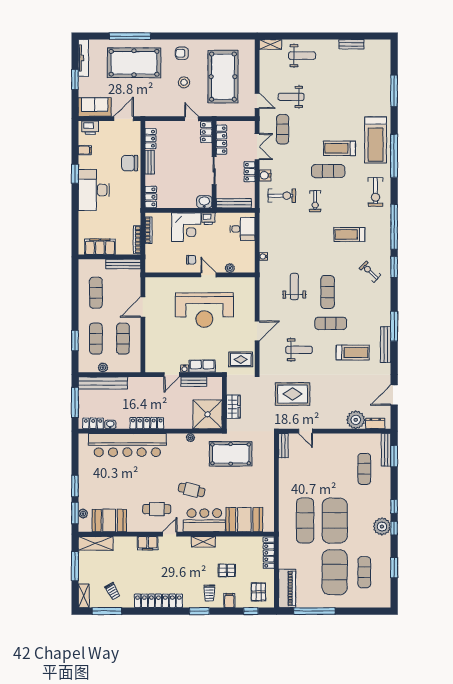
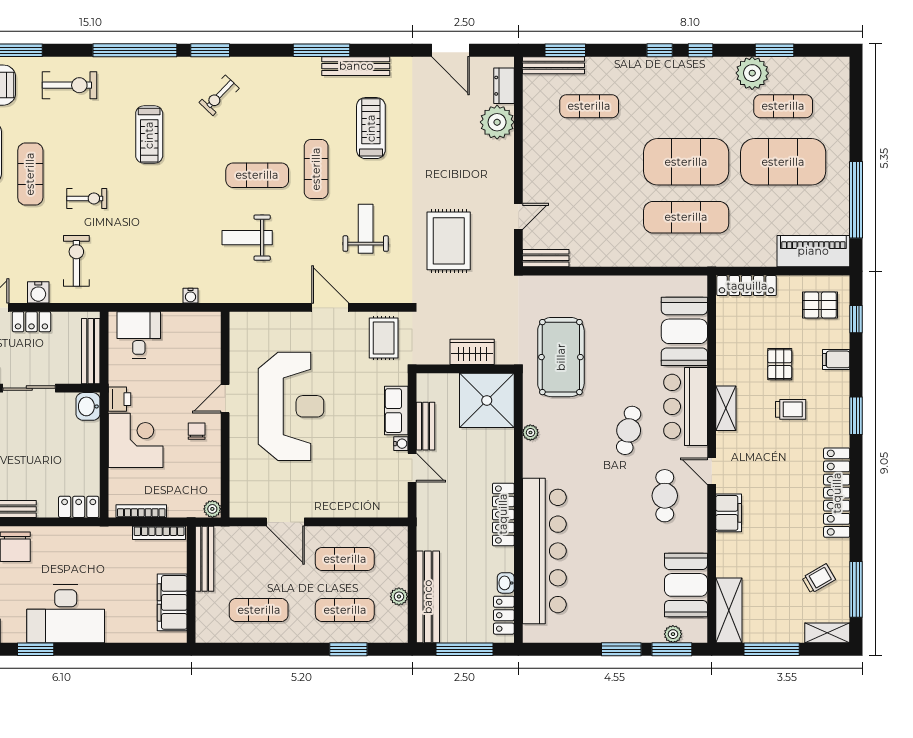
plant: (230, 268) -> (212, 509), moved
plant: (382, 527) -> (752, 73), moved
trolley: (209, 593) -> (791, 409), moved

